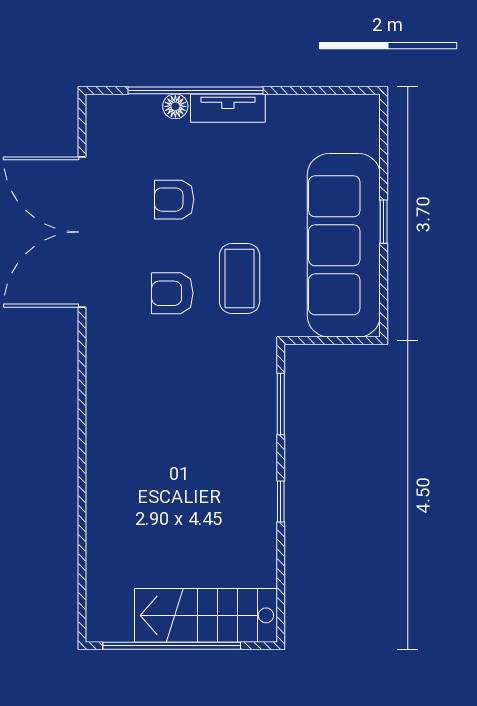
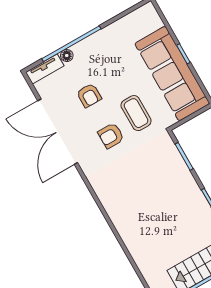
tv unit: (228, 108) -> (45, 69), moved
armchair: (174, 200) -> (89, 95), turned -90

